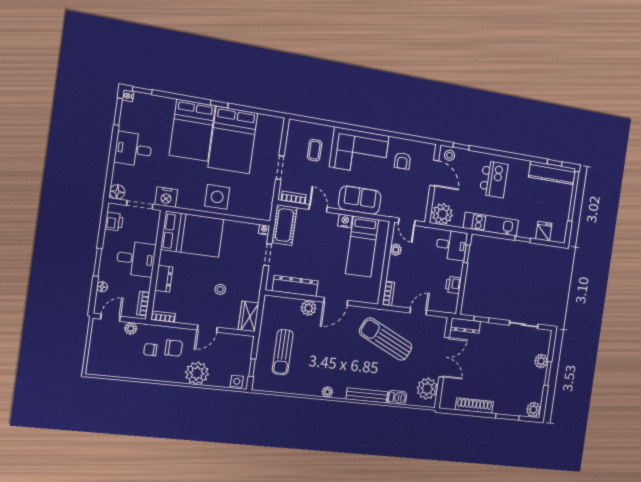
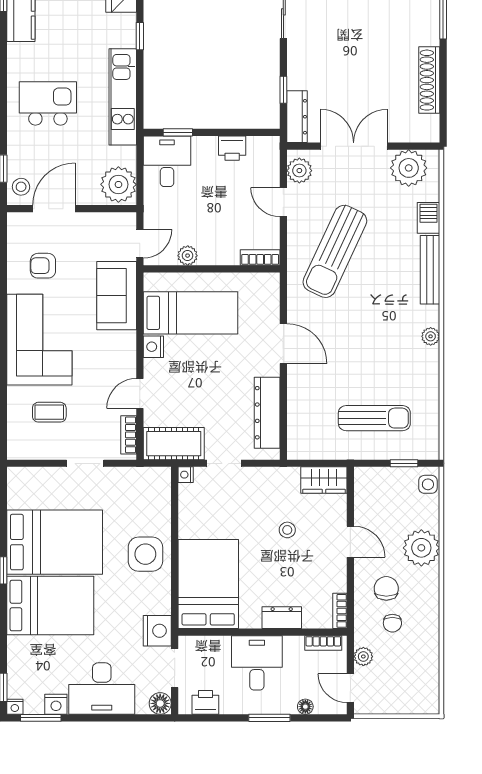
nightstand: (126, 123) -> (56, 704), added
desk: (133, 149) -> (102, 689), width x1.37
armchair: (402, 161) -> (43, 266), turned 180
sofa: (360, 200) -> (117, 296), moved
plant: (309, 308) -> (299, 171), moved

